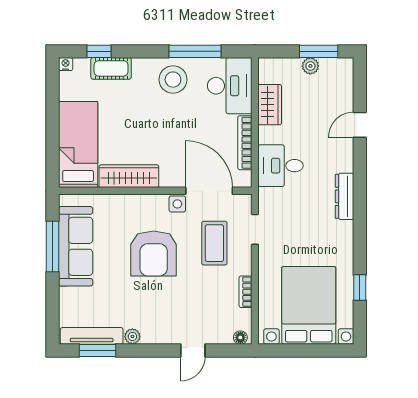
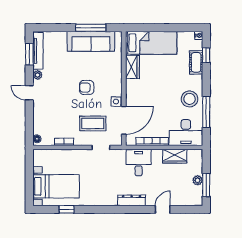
door: (360, 125) -> (163, 209), hinge flipped
wardrobe: (129, 176) -> (132, 67), width x0.67
dresser: (344, 196) -> (132, 200), moved
armchair: (154, 254) -> (87, 87), width x0.53, depth x0.53
bed with nightstands: (309, 305) -> (56, 186), width x0.73
door: (193, 350) -> (29, 93), moved

